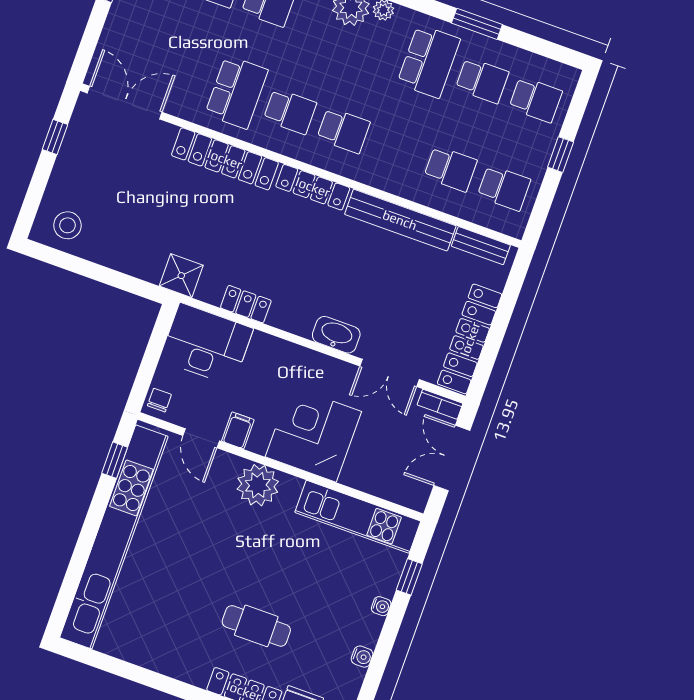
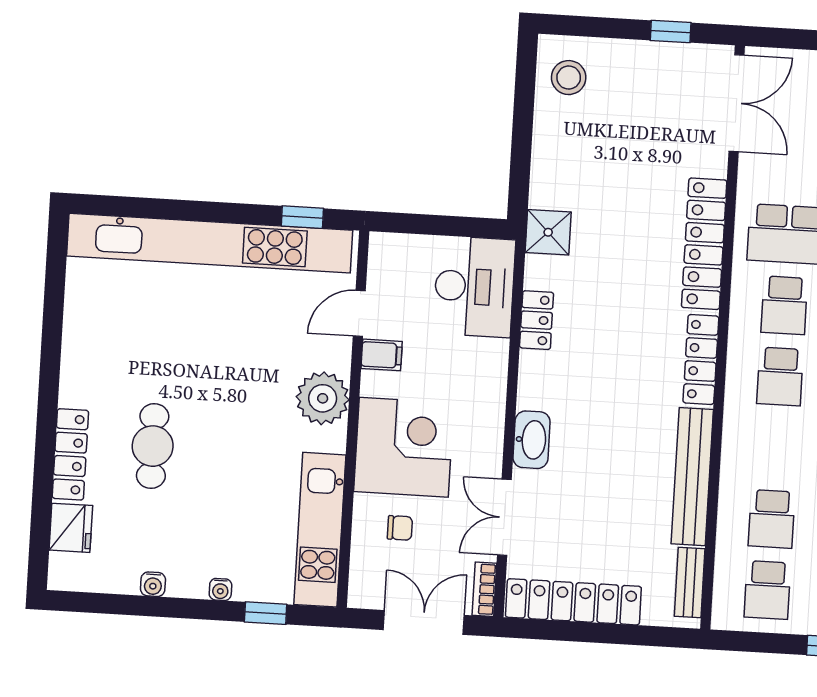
chair: (159, 400) -> (400, 528), moved

